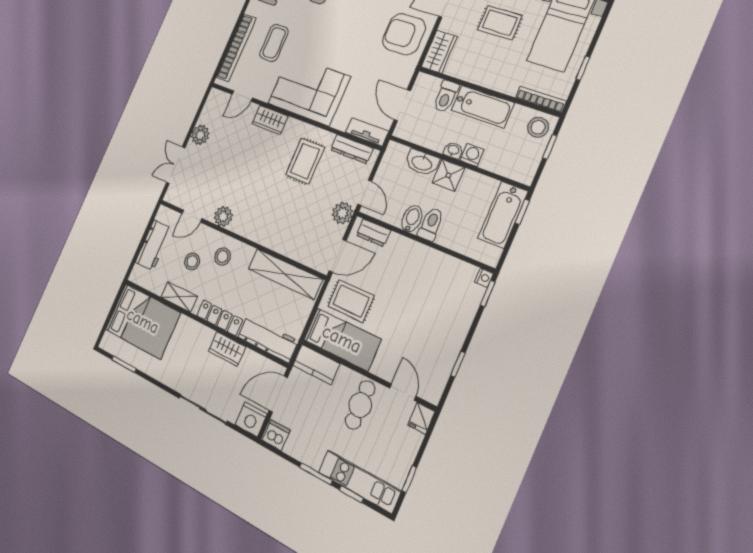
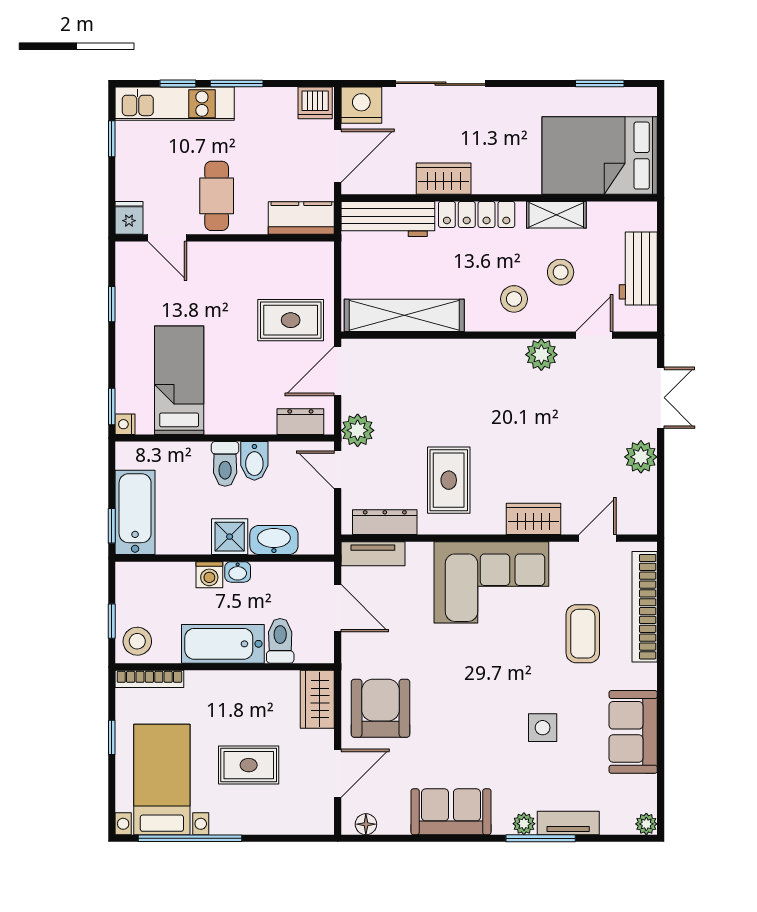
armchair: (404, 34) -> (381, 708), turned -90
bed: (342, 339) -> (179, 380), moved, turned 90

